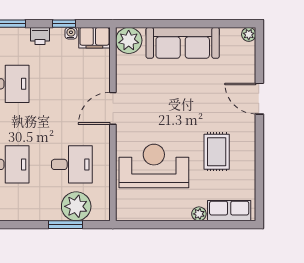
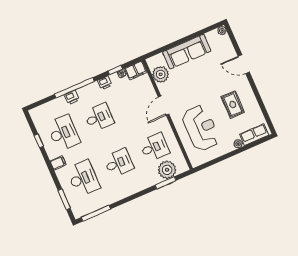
plant: (129, 40) -> (161, 74), moved
reception desk: (154, 166) -> (201, 128), turned 90

